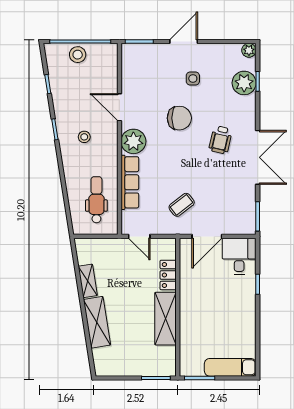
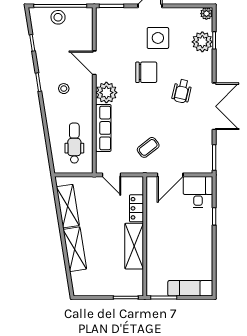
side table: (193, 79) -> (158, 38), width x1.87, depth x1.87
shelving: (88, 281) -> (68, 206), width x1.50, depth x1.33

